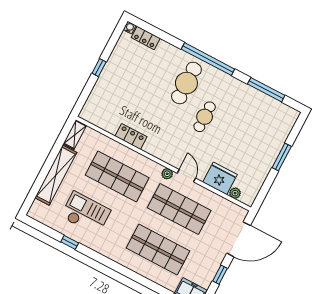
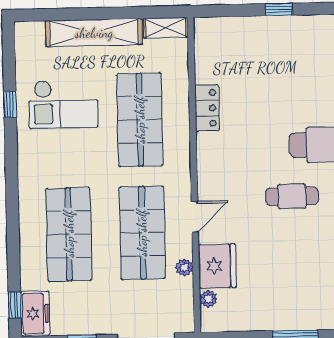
plant: (167, 174) -> (184, 267), moved
checkout: (86, 213) -> (63, 104), turned 90

